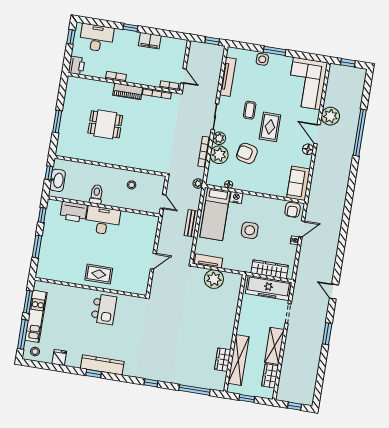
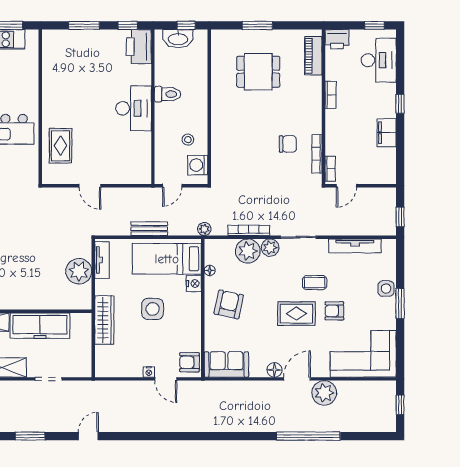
piano: (128, 91) -> (313, 56), moved
armchair: (272, 99) -> (334, 311), added
chair: (146, 113) -> (288, 144), added
dining table: (105, 124) -> (258, 72), moved, turned 90
armchair: (247, 153) -> (229, 304), moved
washing machine: (151, 181) -> (198, 165), added
printer: (74, 212) -> (139, 47), moved
wardrobe: (270, 269) -> (104, 320), moved
rug: (99, 274) -> (61, 146), moved
freezer: (268, 288) -> (40, 326), moved, turned -90

